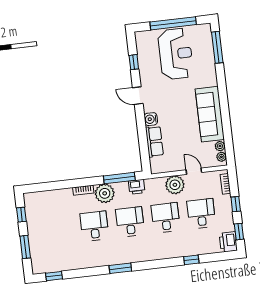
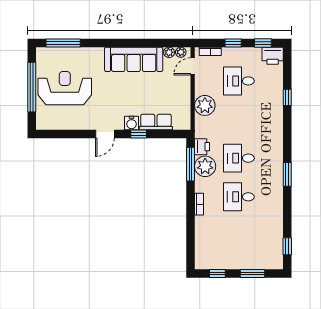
window: (134, 62) -> (139, 134), moved
door: (194, 171) -> (193, 66), moved
plant: (105, 193) -> (205, 166), moved
desk: (166, 218) -> (239, 120), removed

